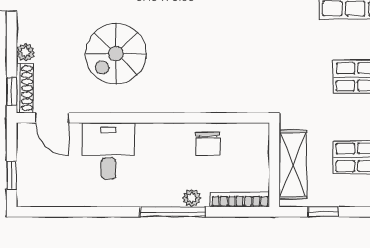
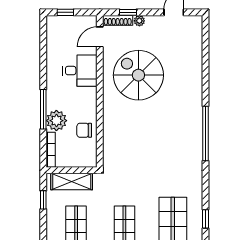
spiral stairs: (116, 54) -> (138, 75), width x1.37, depth x1.37
window: (12, 91) -> (128, 12), moved
plant: (191, 198) -> (56, 121), width x1.88, depth x1.88

